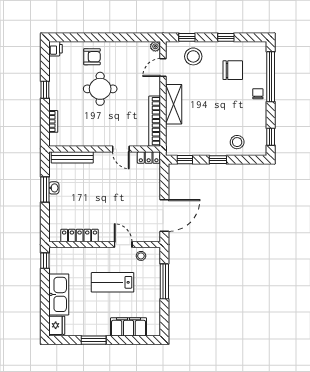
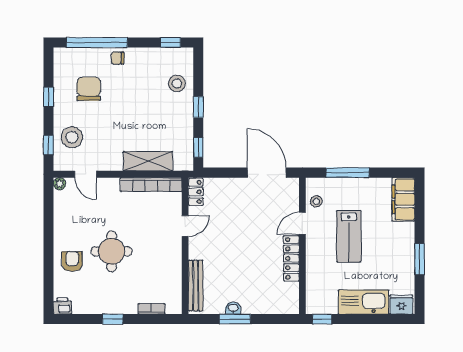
shelving: (174, 104) -> (148, 161), moved
locker: (80, 235) -> (291, 258), moved
filing cabinet: (129, 327) -> (403, 199), moved

